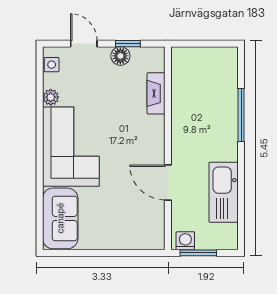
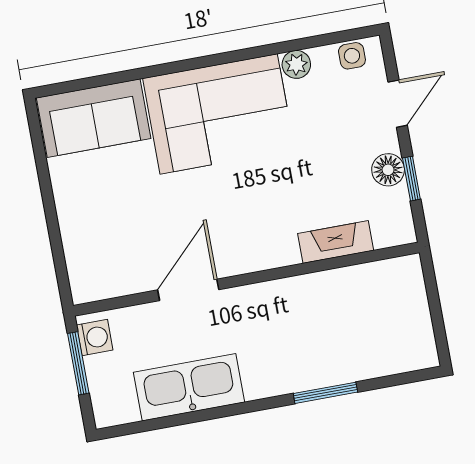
window: (241, 115) -> (325, 393), width x0.69

